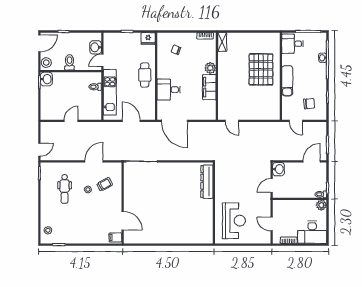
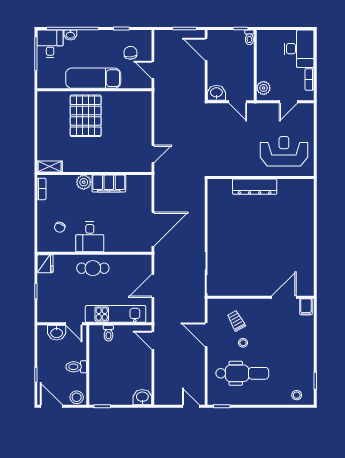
desk: (292, 44) -> (50, 44), moved, turned 180
pallet: (261, 69) -> (86, 116), turned 90
washbasin: (46, 79) -> (142, 397), moved
exam couch: (287, 81) -> (93, 78), width x1.36, depth x1.45
desk: (169, 90) -> (90, 237), moved
door: (71, 121) -> (153, 340), moved
door: (296, 121) -> (153, 70), swing flipped
dresser: (207, 182) -> (255, 187), moved
dental chair: (65, 189) -> (242, 373), width x1.36, depth x1.38
plant: (321, 205) -> (264, 88), moved

